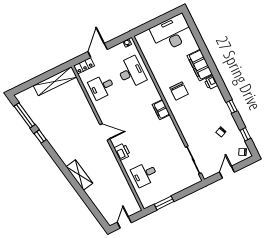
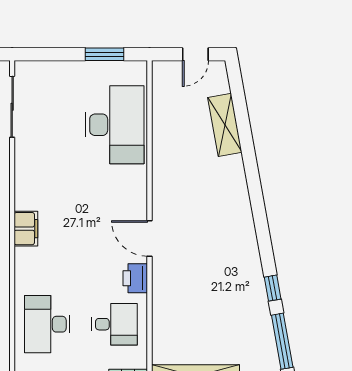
printer: (122, 152) -> (135, 278), moved
desk: (145, 174) -> (115, 125), width x1.87, depth x1.30
shelving: (79, 175) -> (225, 125), moved

